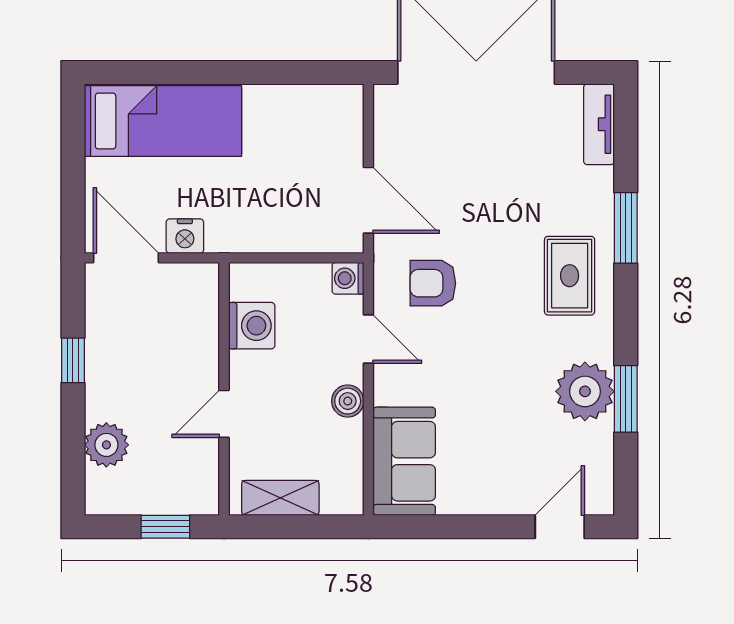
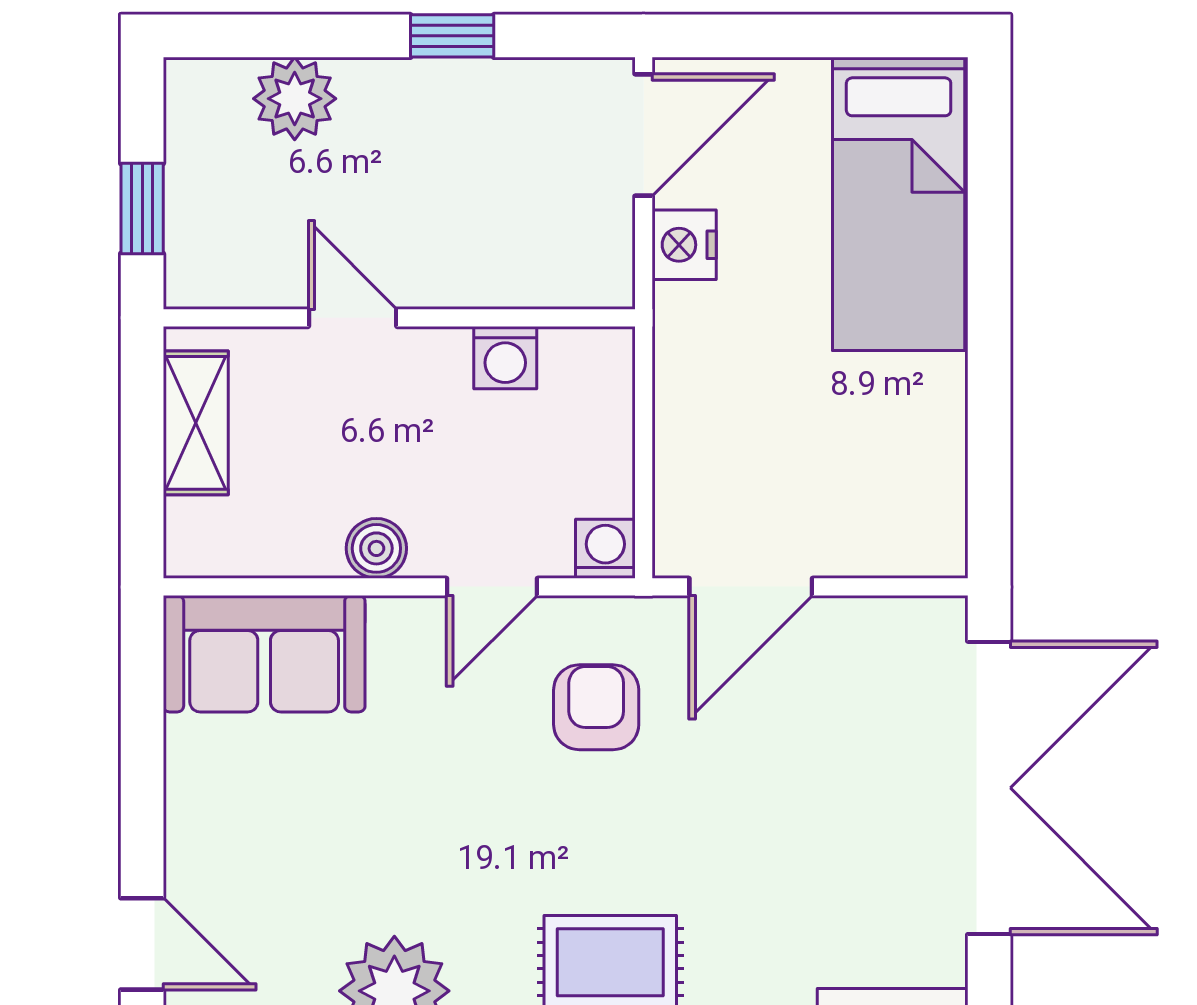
washing machine: (252, 326) -> (505, 358), width x0.73, depth x0.73

